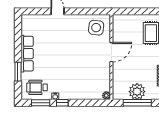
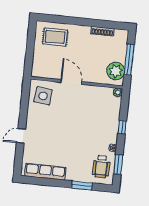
row of seats: (27, 54) -> (45, 172), moved
plant: (137, 92) -> (116, 71), moved
window: (62, 103) -> (122, 127), moved

